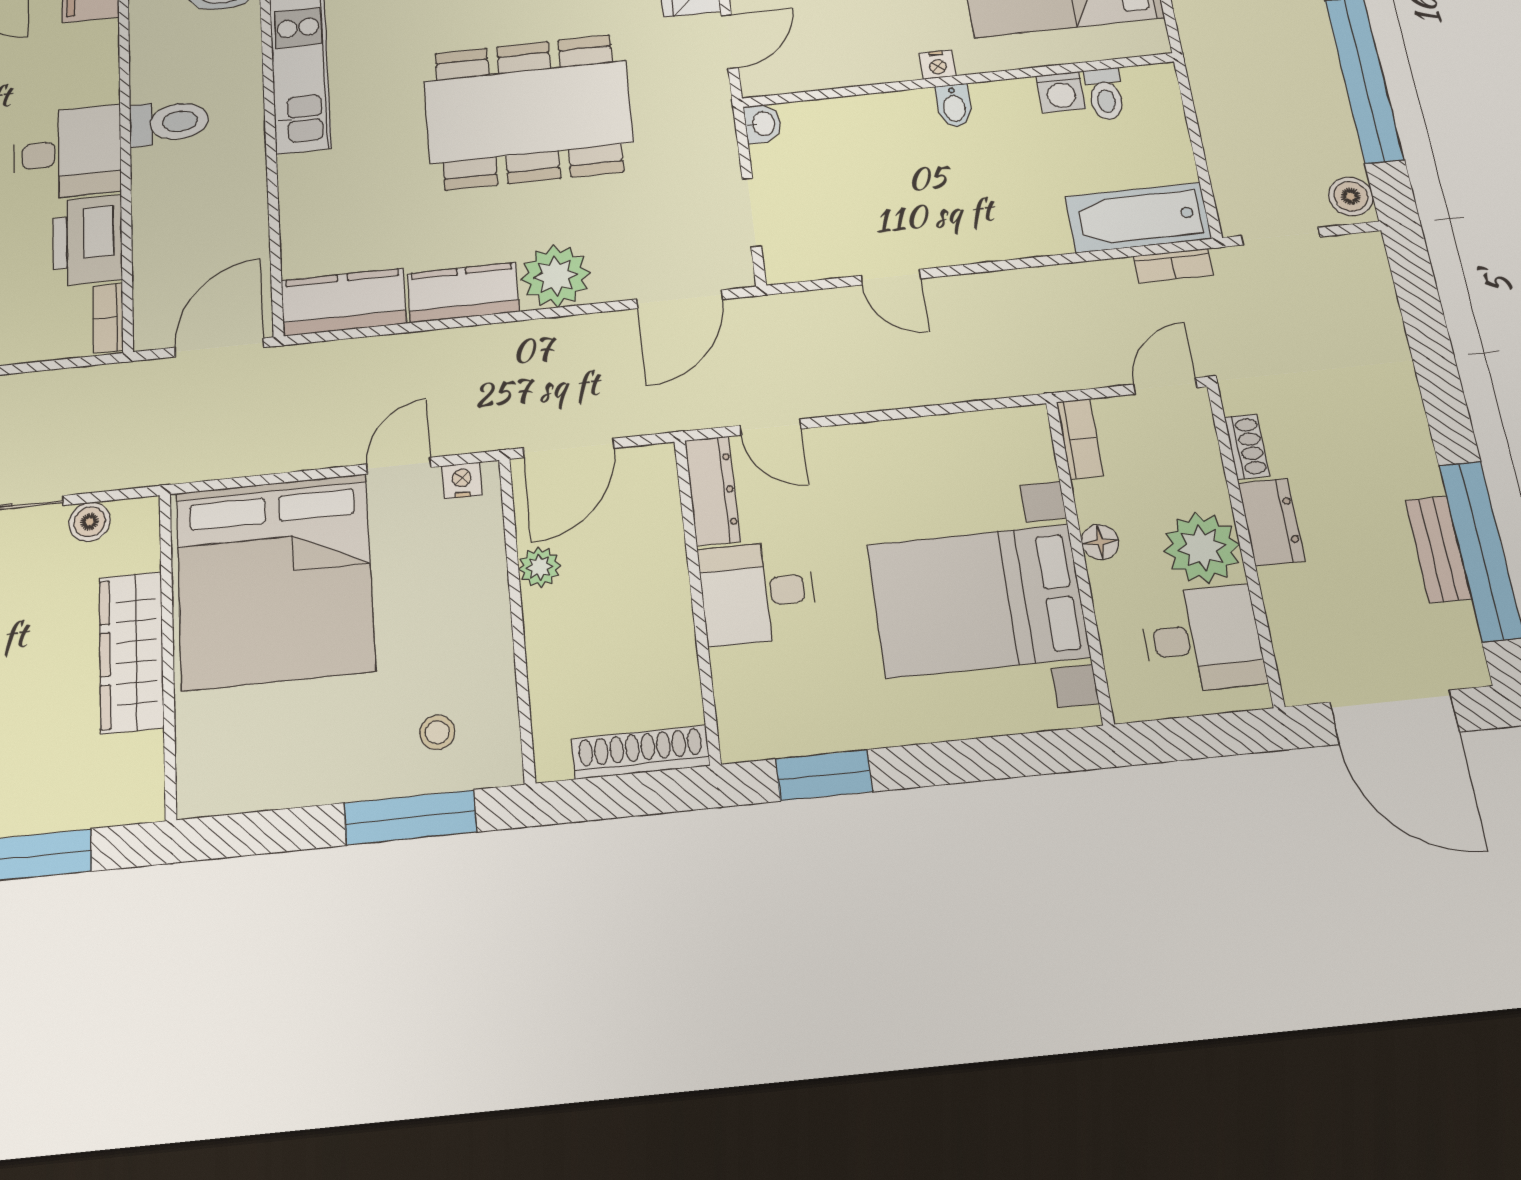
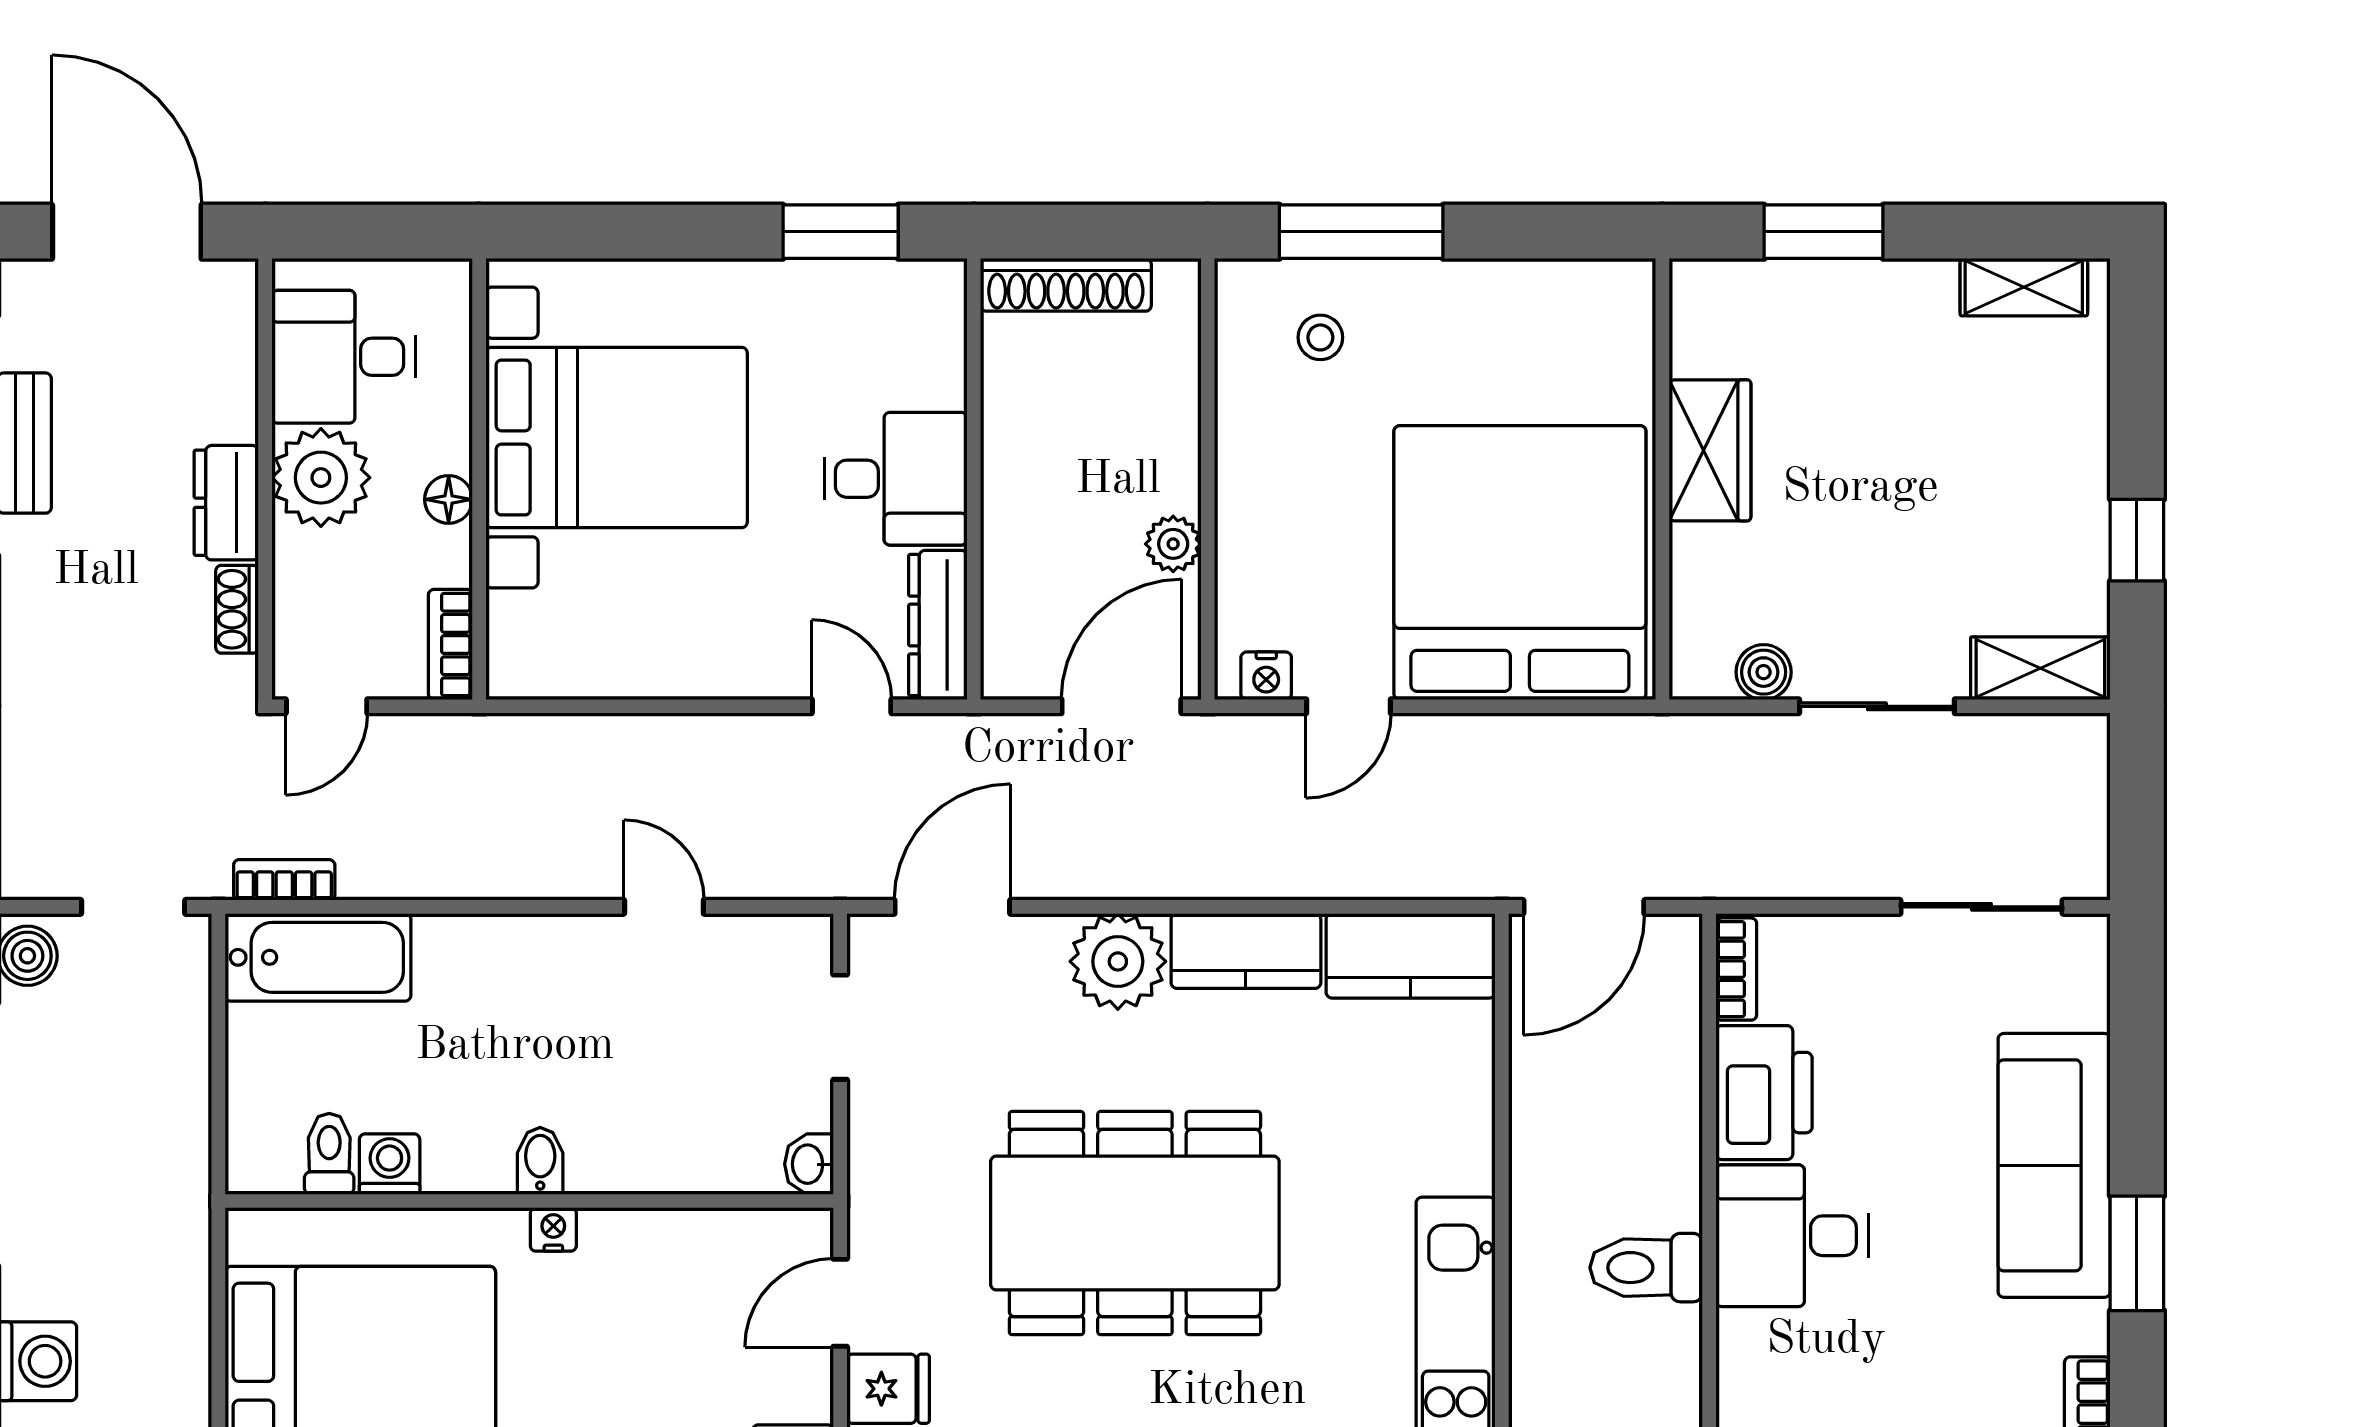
wardrobe: (131, 652) -> (1710, 450), width x0.67

